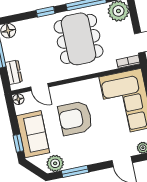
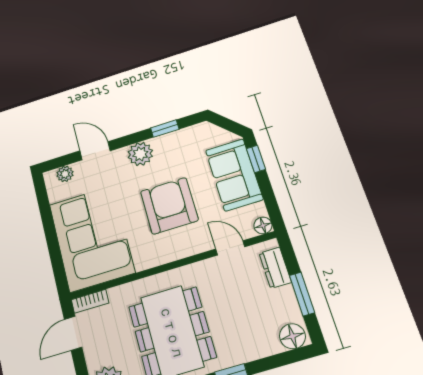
armchair: (75, 118) -> (169, 206), turned -90
plant: (55, 163) -> (140, 154), moved
window: (75, 171) -> (165, 129), width x0.67

